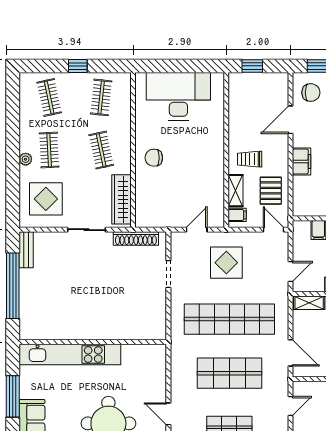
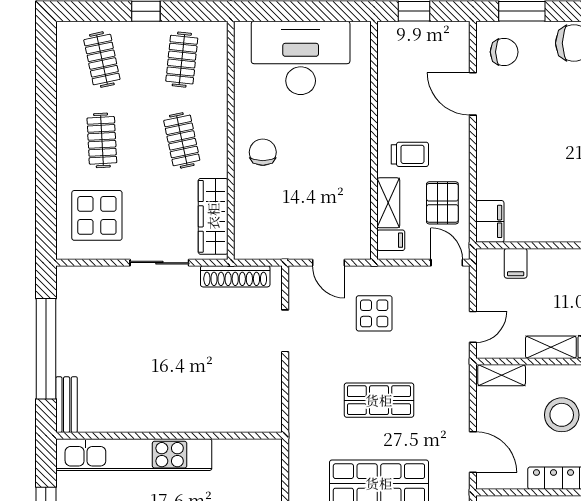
door: (291, 120) -> (473, 94), hinge flipped
chair: (154, 158) -> (263, 152), turned 90
plant: (26, 159) -> (66, 154), removed
trolley: (250, 159) -> (410, 154), turned 180
filing cabinet: (302, 162) -> (490, 221), moved
door: (197, 230) -> (329, 263), swing flipped
bench: (26, 250) -> (67, 405), moved
display table: (226, 263) -> (374, 313), width x0.73, depth x0.73
shop shelf: (229, 319) -> (379, 400), width x0.50, depth x0.74

